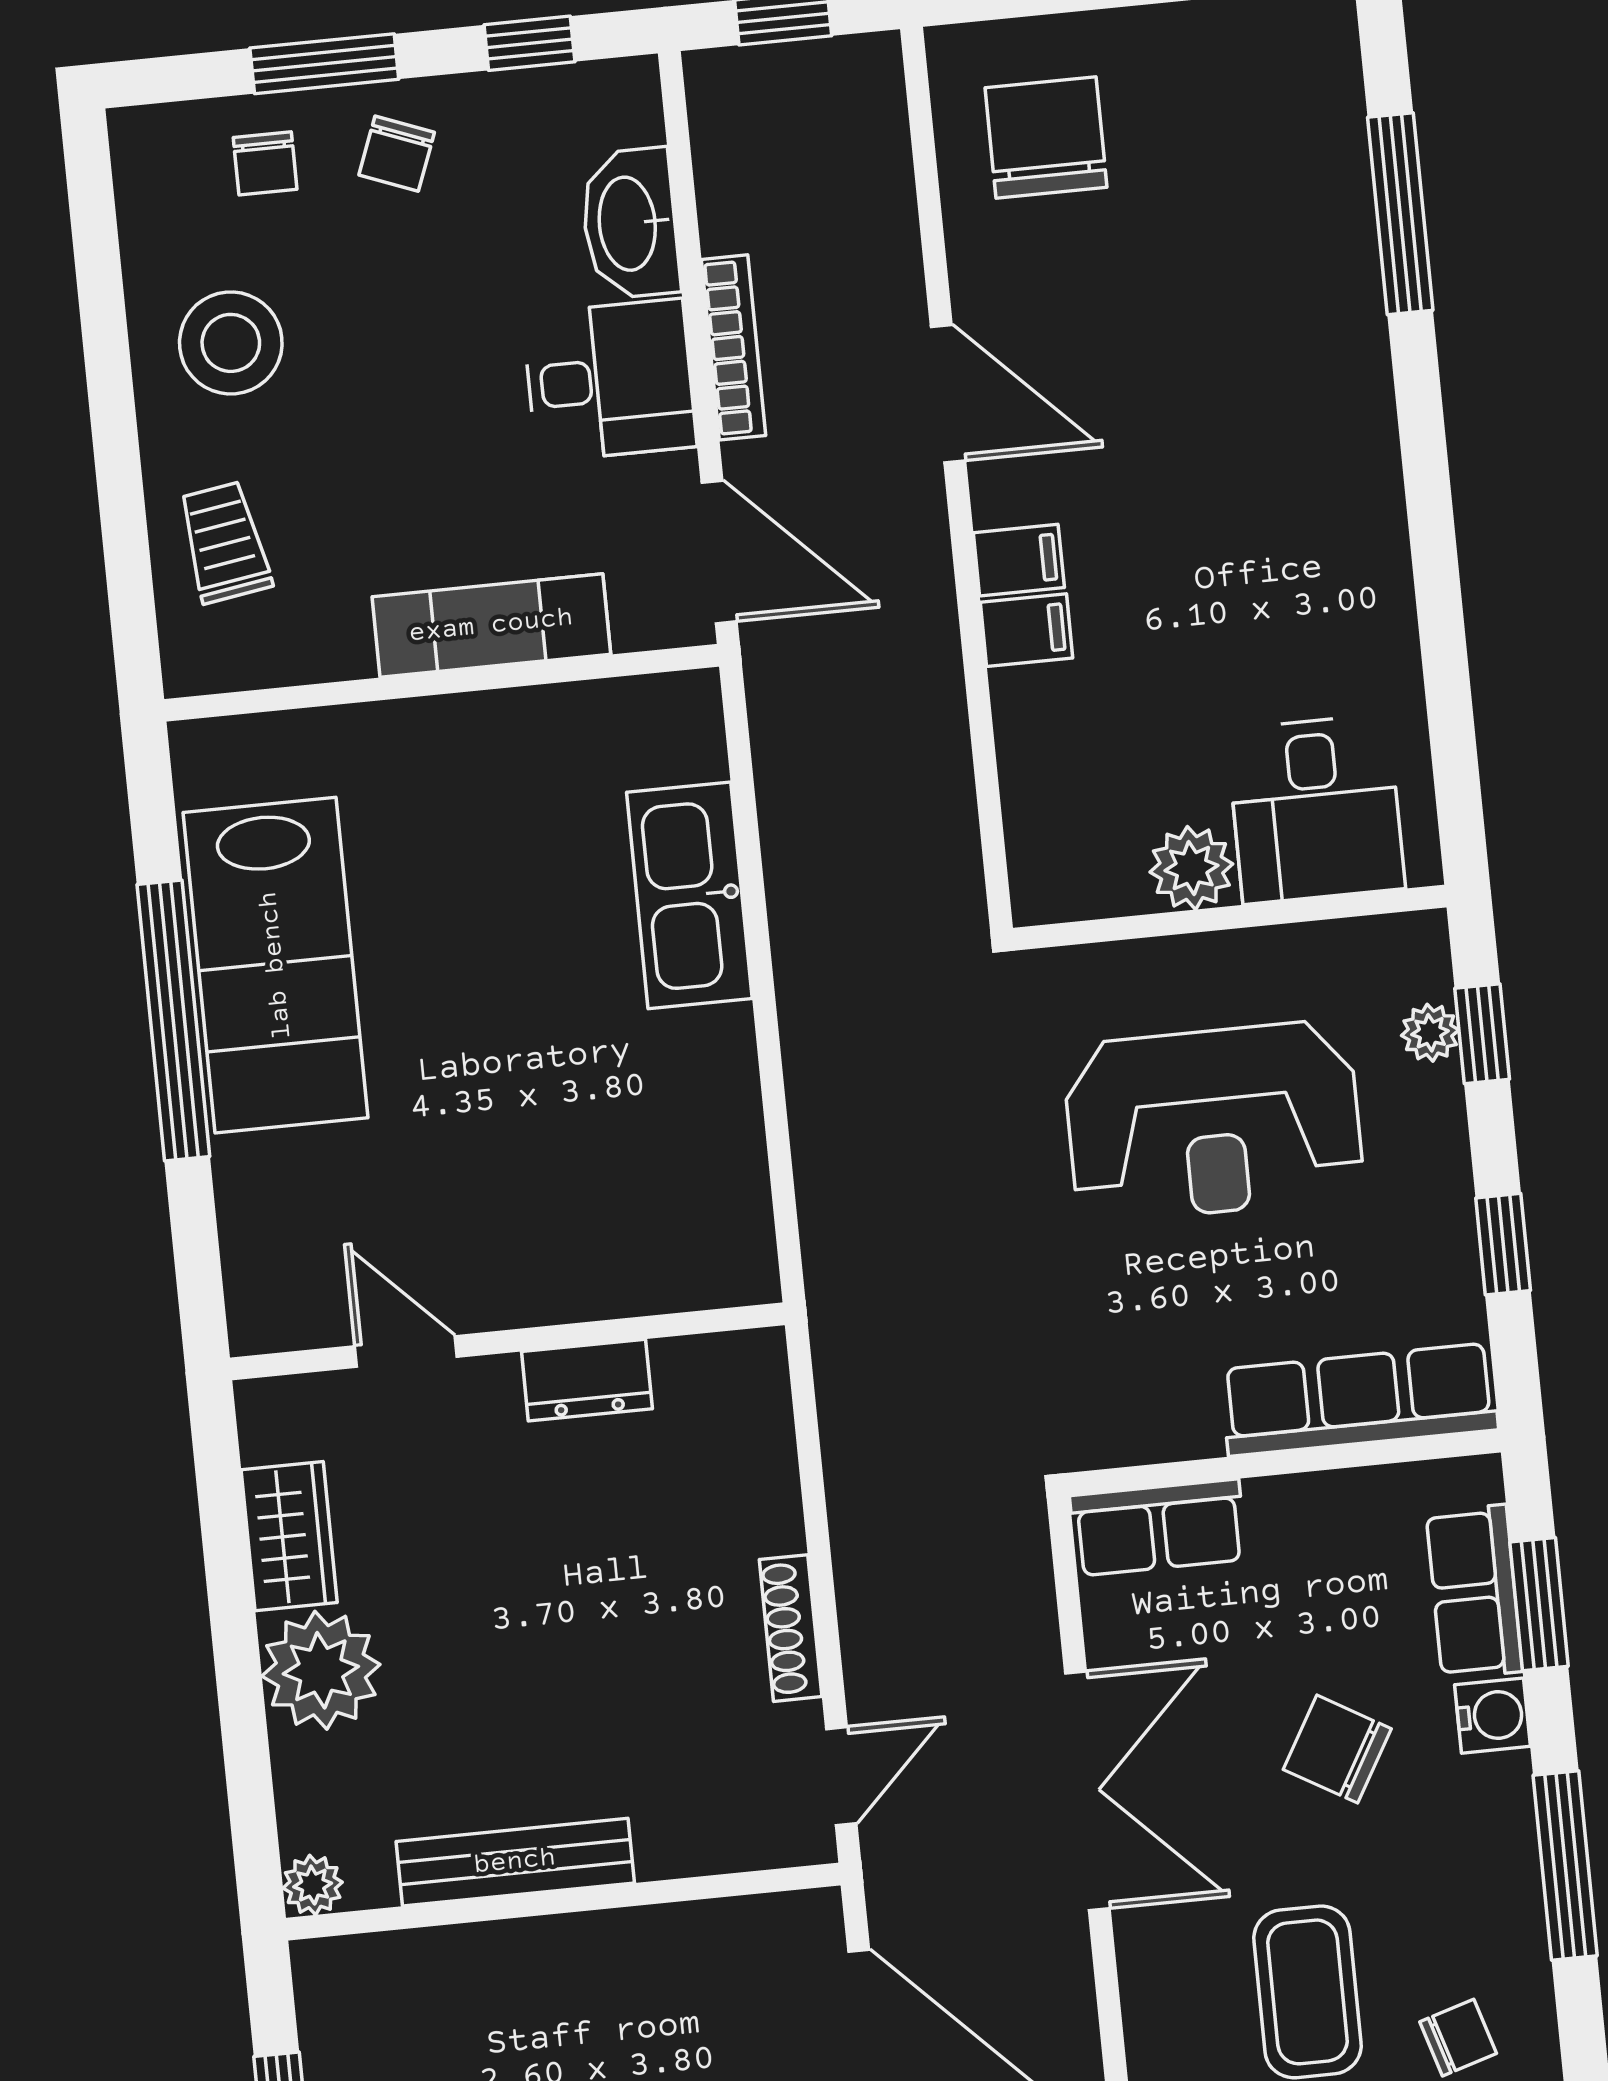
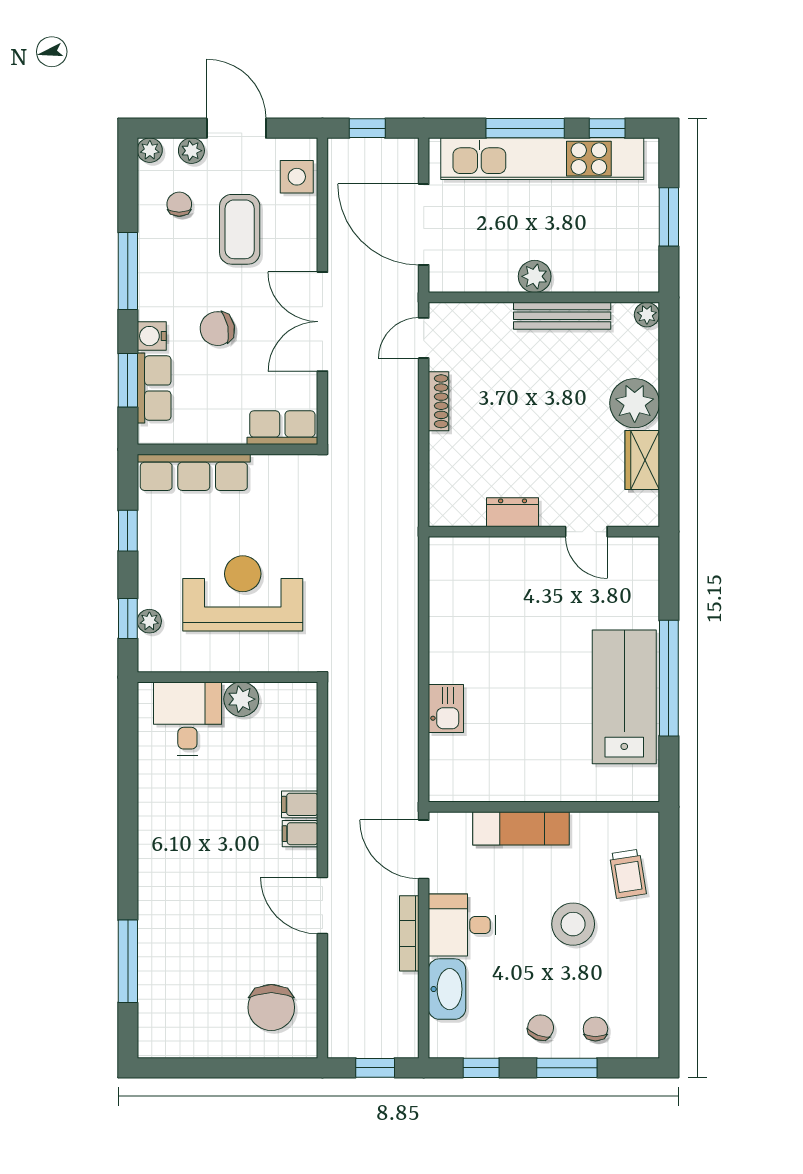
stool: (231, 343) -> (573, 924), moved
kitchen sink: (689, 895) -> (446, 709), width x0.53, depth x0.81
chair: (1337, 1749) -> (217, 329), turned 139
plant: (590, 1950) -> (535, 276), added
chair: (1458, 2038) -> (179, 204), turned 107

